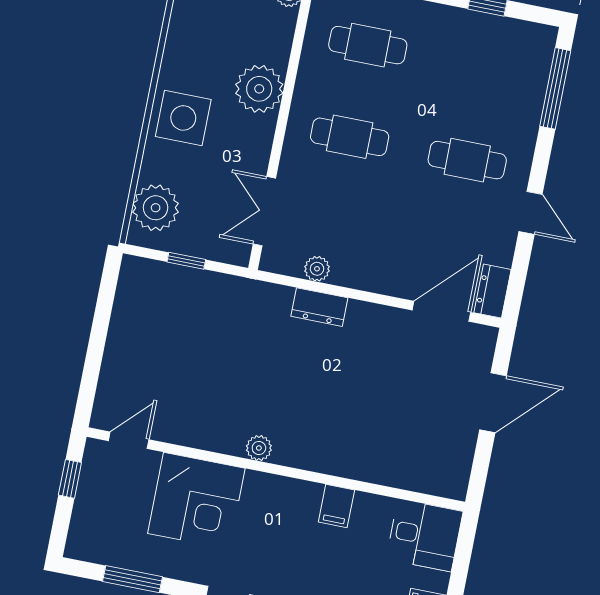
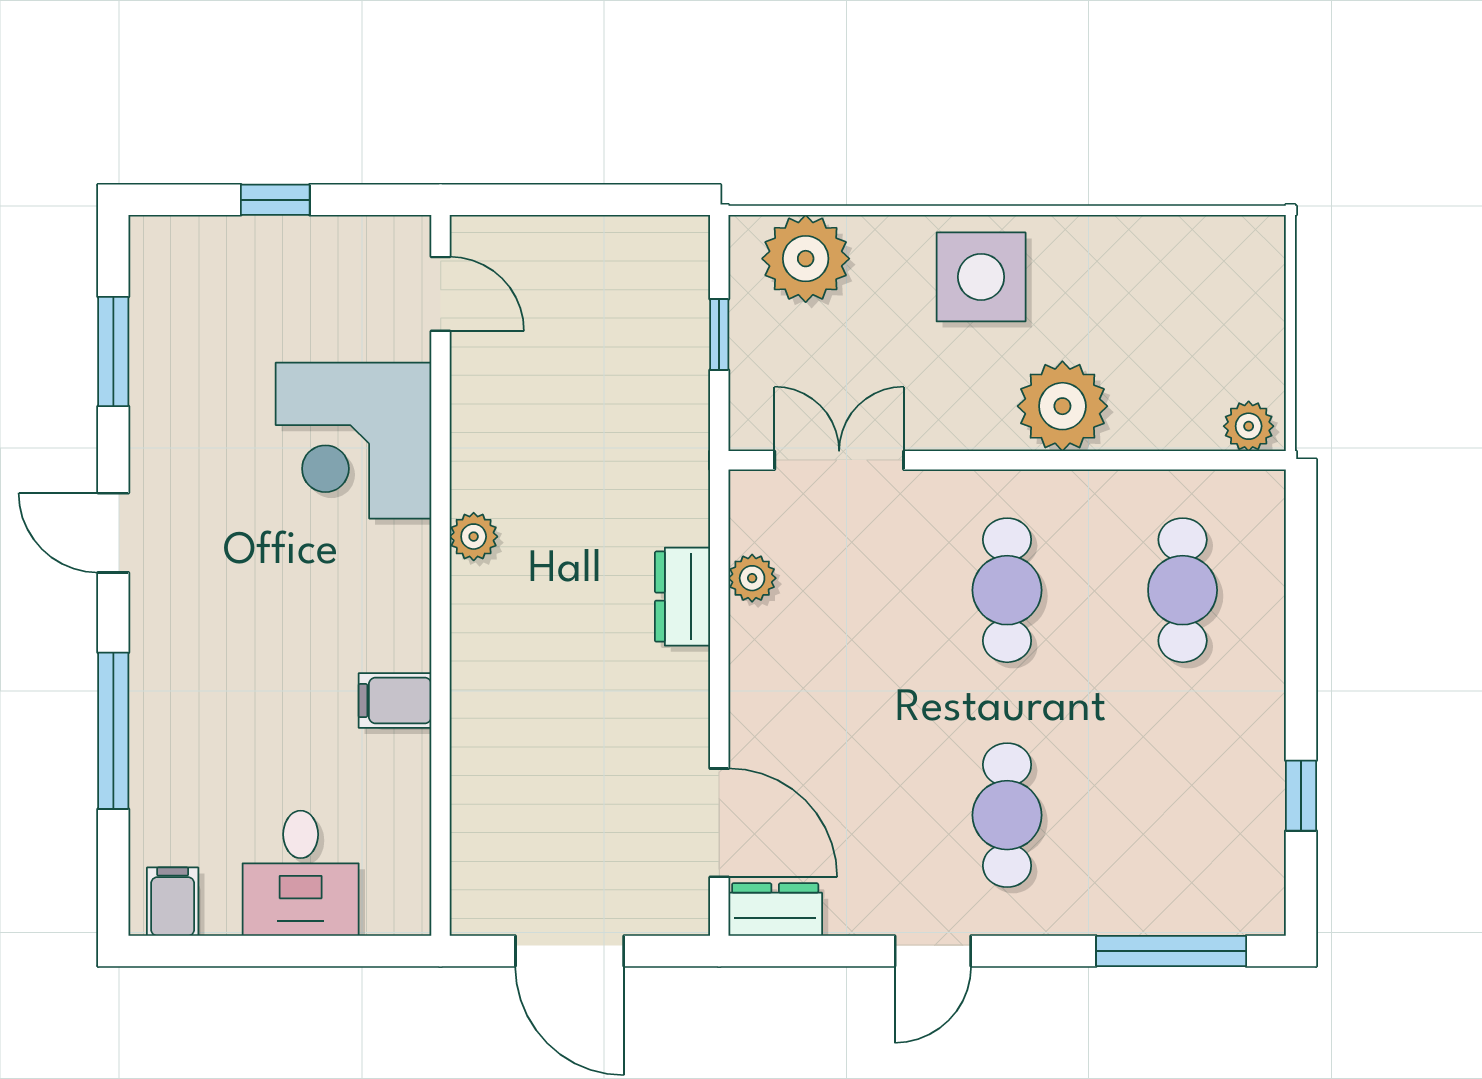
door: (129, 440) -> (441, 294), moved
plant: (259, 448) -> (474, 537), moved
wall: (276, 469) -> (441, 575), moved
corner desk: (196, 501) -> (353, 441), moved
filing cabinet: (336, 506) -> (395, 701), moved

